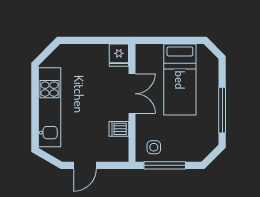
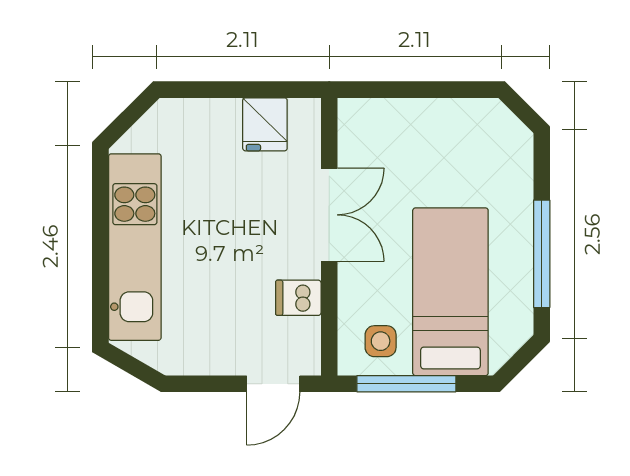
fridge: (119, 55) -> (265, 124), moved
bed: (180, 80) -> (450, 292), moved, turned 180
door: (85, 165) -> (273, 384), moved

